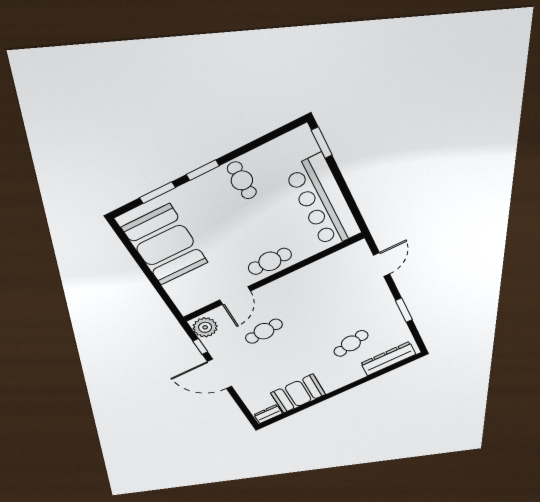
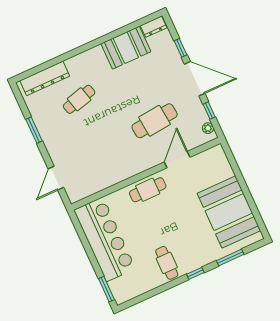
window: (203, 170) -> (195, 273), width x0.67
plant: (205, 327) -> (208, 128), width x0.53, depth x0.53
cafe table: (264, 331) -> (155, 121), width x1.37, depth x1.35
window: (237, 399) -> (181, 48), added

